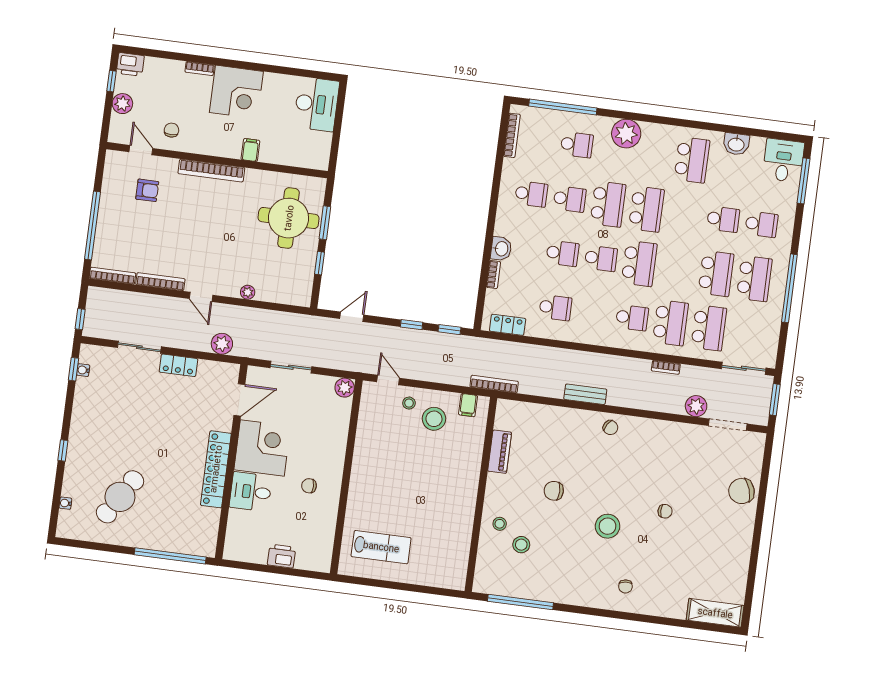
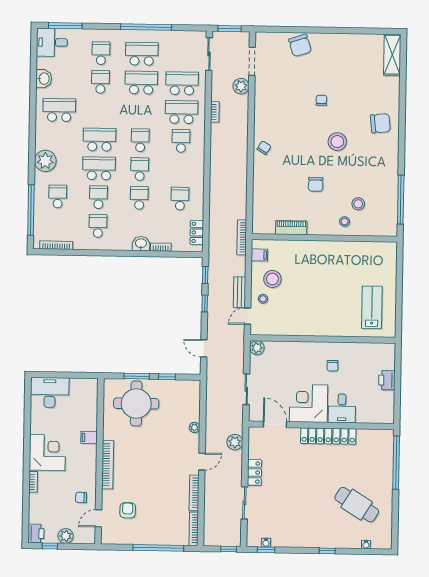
school desk: (639, 263) -> (140, 140), width x0.54
bench: (585, 394) -> (239, 292), moved
chair: (625, 586) -> (380, 123), width x1.87, depth x1.87

